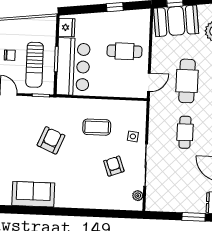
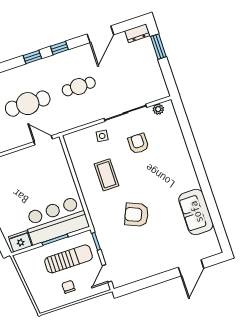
cafe table: (124, 51) -> (22, 176), removed
armchair: (114, 166) -> (138, 144), turned 110

